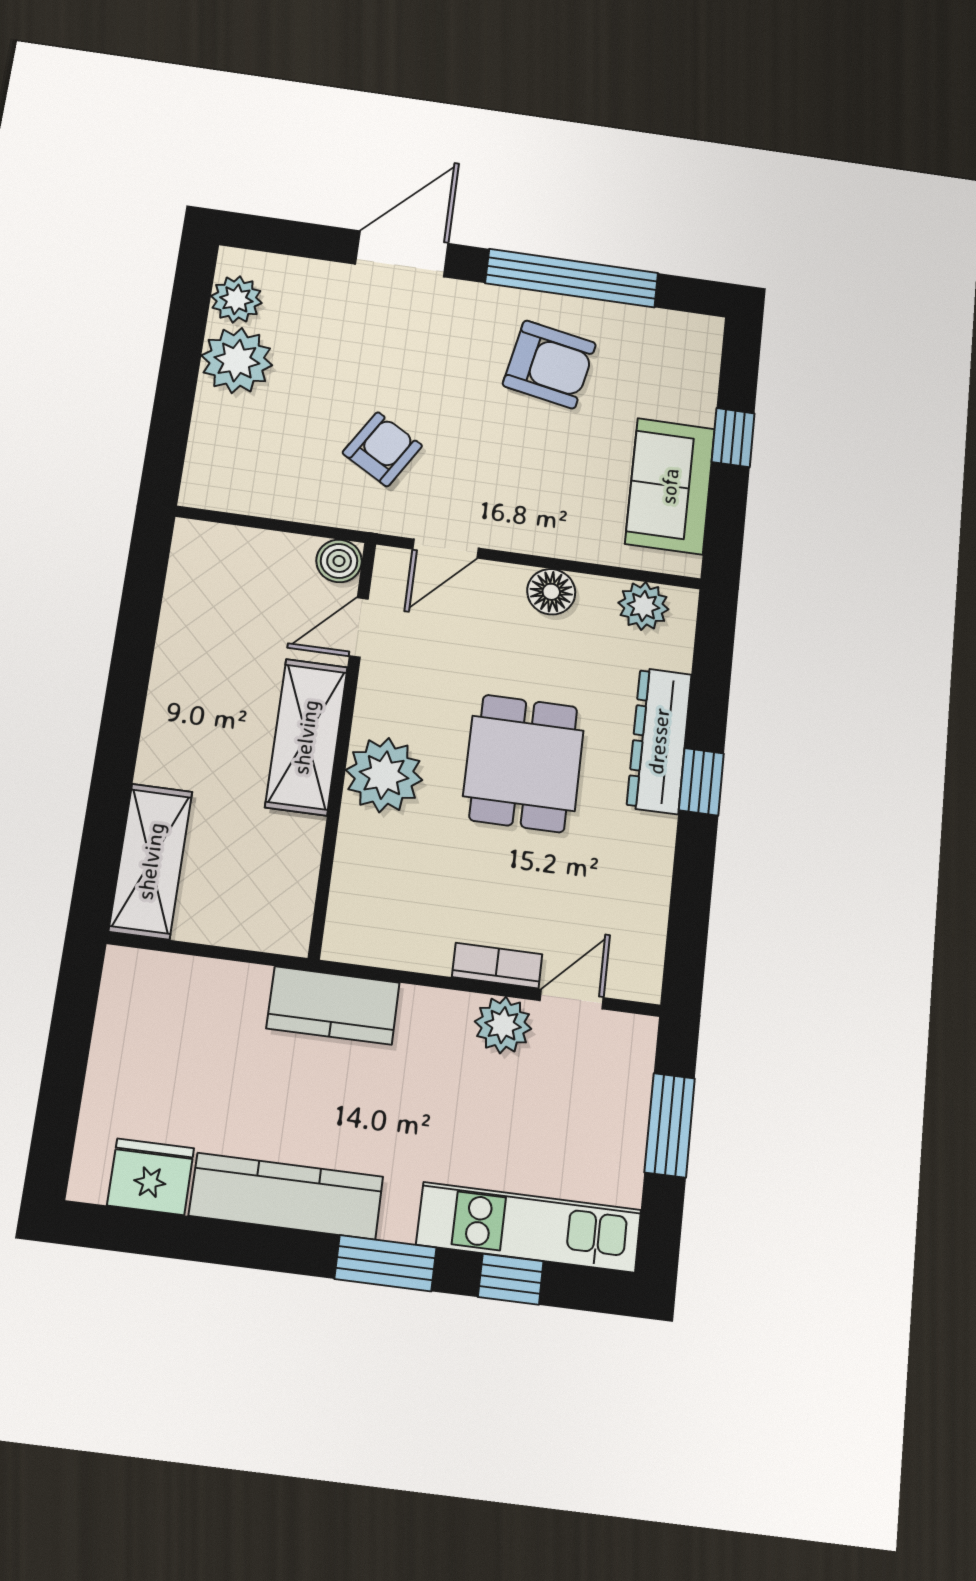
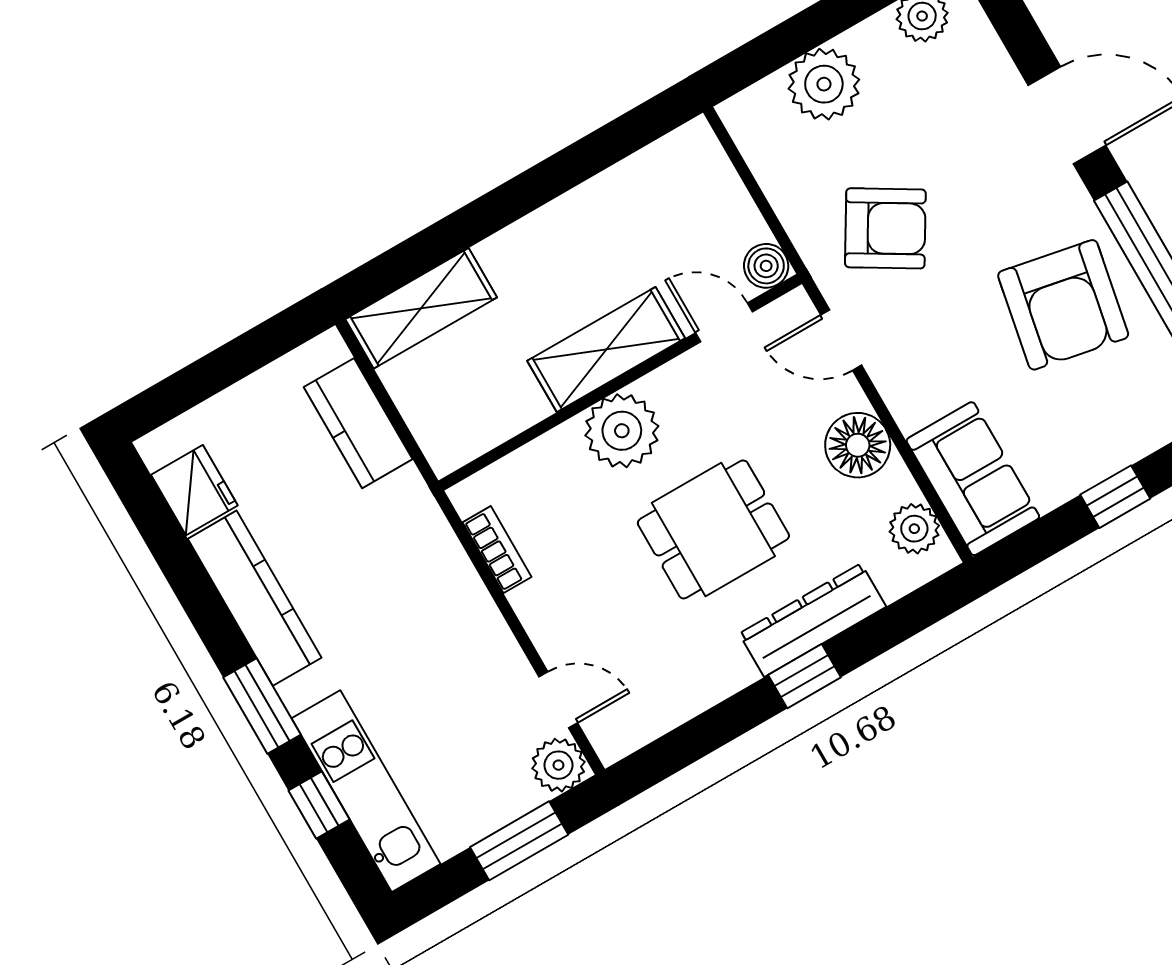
plant: (237, 360) -> (824, 84), moved
armchair: (549, 364) -> (1063, 305), width x1.36, depth x1.36
armchair: (382, 449) -> (885, 228), width x1.38, depth x1.38
sofa: (670, 486) -> (973, 479), moved, turned 90
floor lamp: (551, 592) -> (858, 445), width x1.38, depth x1.38
bookcase: (497, 966) -> (497, 550), moved
kitchen counter: (333, 1005) -> (358, 423), moved
plant: (503, 1025) -> (558, 765), moved

